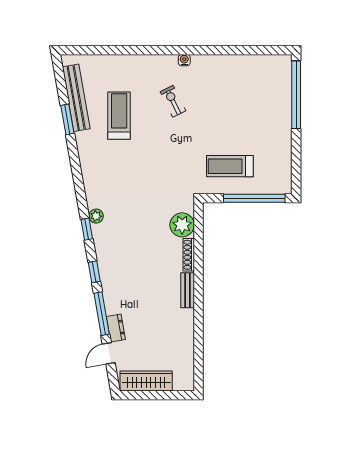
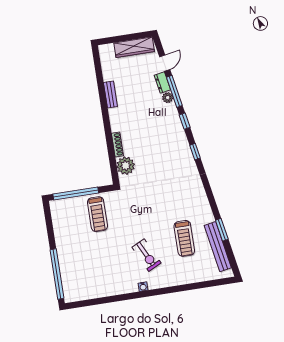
exercise bike: (173, 101) -> (146, 255), width x1.38, depth x1.39
treadmill: (230, 166) -> (97, 214), turned 90
plant: (96, 216) -> (168, 98), moved
bench: (188, 290) -> (110, 95), moved

